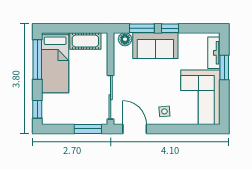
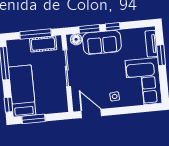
window: (77, 28) -> (36, 34), added
bed: (55, 63) -> (22, 91), moved, turned 180
sliding door: (111, 97) -> (67, 68), moved
window: (88, 129) -> (34, 119), moved

